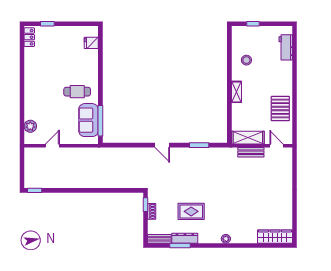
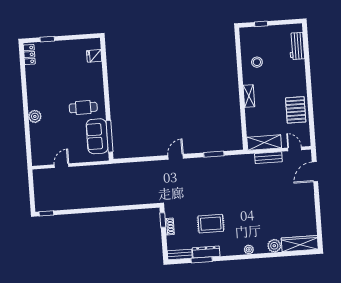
plant: (30, 126) -> (35, 116), moved
door: (162, 145) -> (176, 157), swing flipped
door: (294, 169) -> (315, 172), added
plant: (250, 237) -> (274, 246), added

